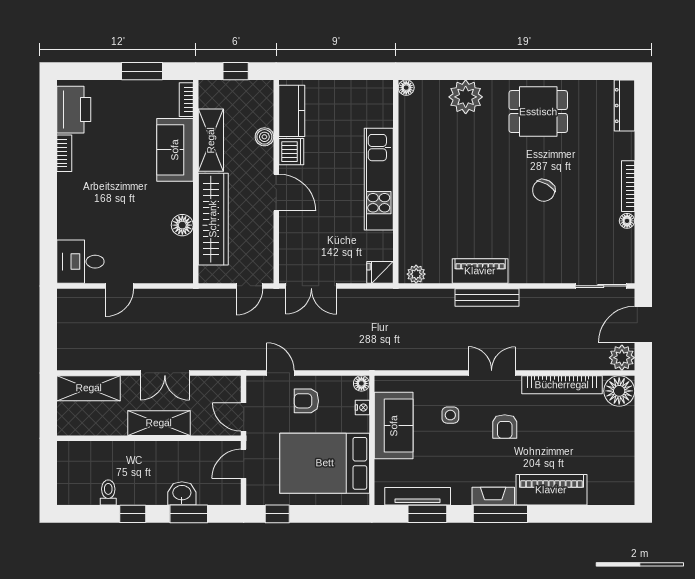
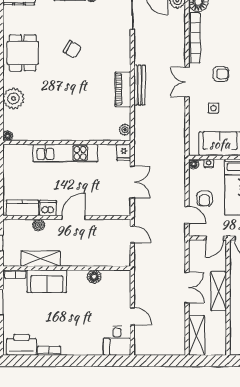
wardrobe: (213, 219) -> (90, 257), removed
double door: (311, 286) -> (132, 182), moved
door: (280, 373) -> (187, 215), swing flipped

